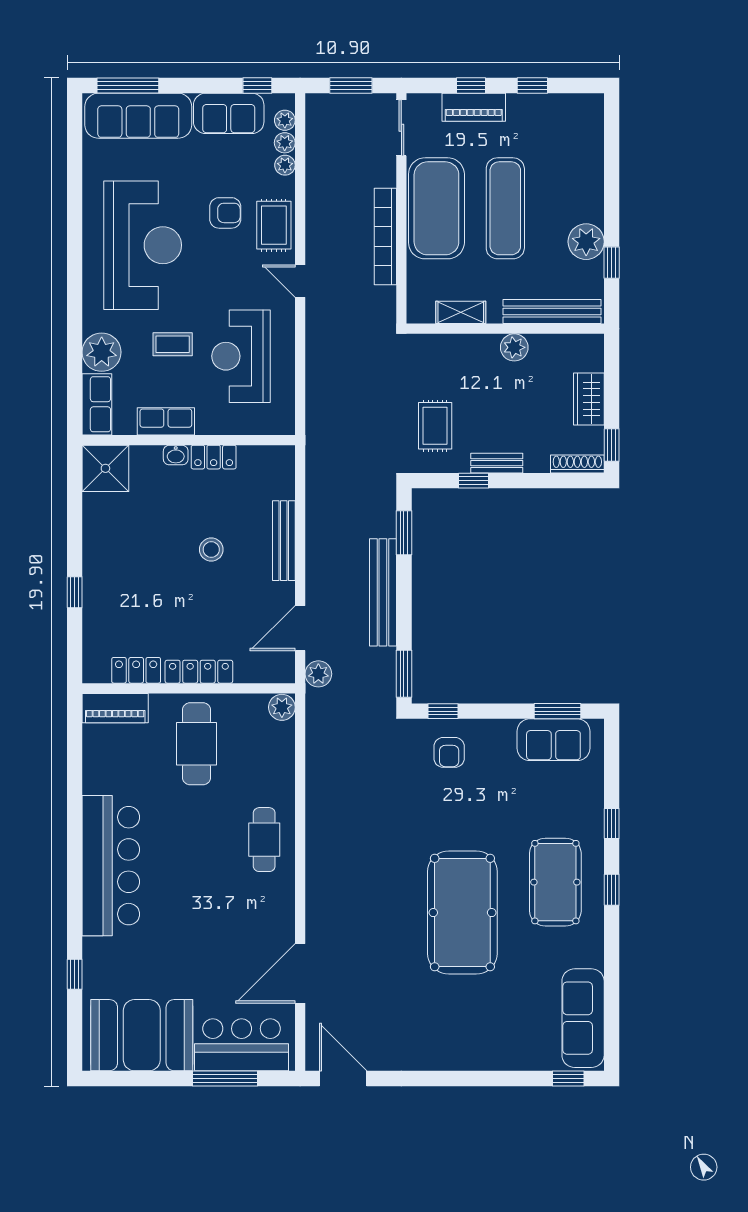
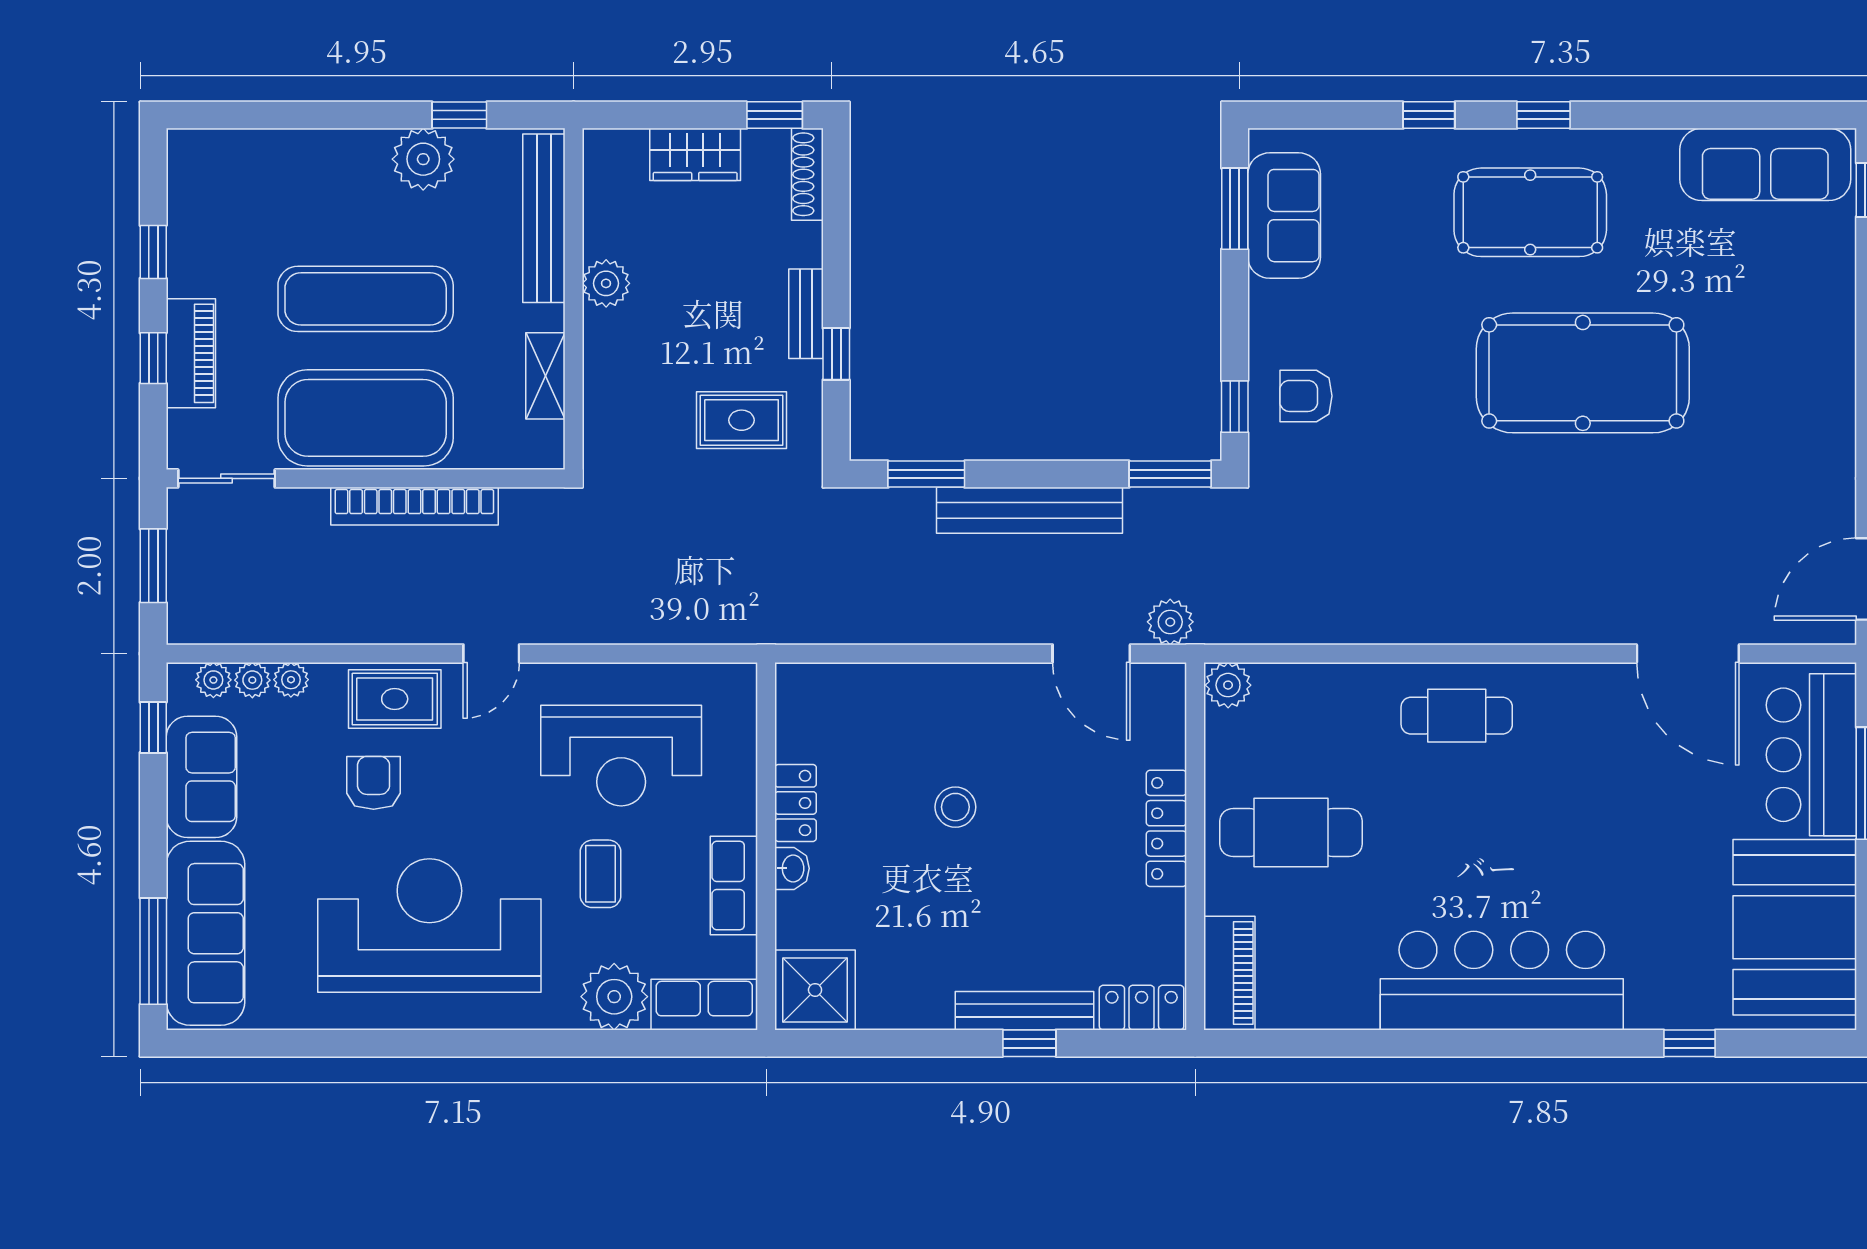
bench: (284, 541) -> (1024, 1011), moved
locker: (136, 670) -> (1142, 1008), moved, turned 90
armchair: (449, 752) -> (1306, 396), turned 180

